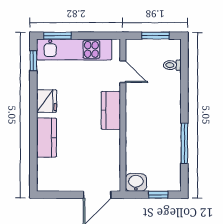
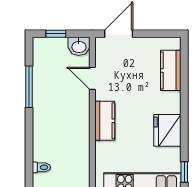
door: (123, 72) -> (92, 78), moved
fridge: (47, 101) -> (167, 130), width x1.36, depth x1.34
kitchen counter: (47, 138) -> (171, 70), moved

